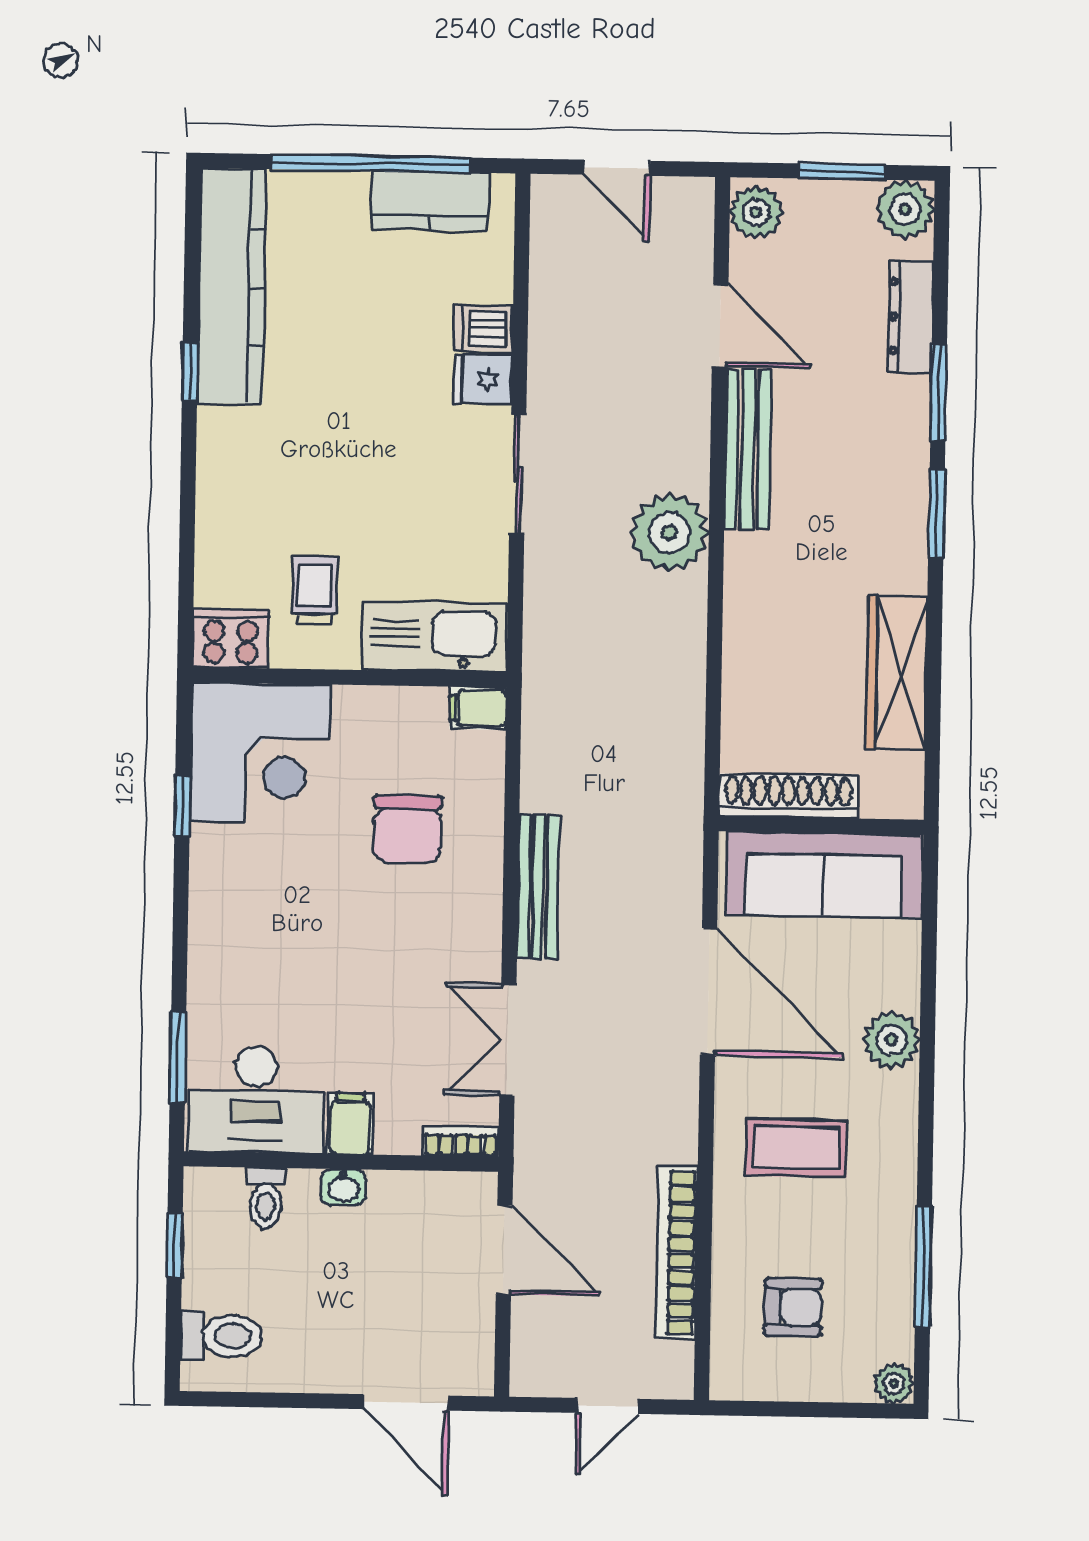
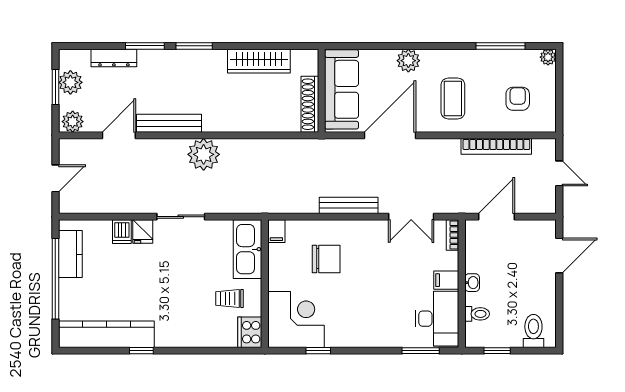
plant: (905, 210) -> (70, 82), moved

